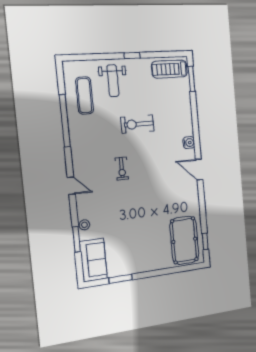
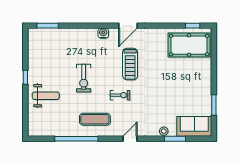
treadmill: (169, 69) -> (130, 64), moved
exercise mat: (85, 96) -> (95, 119), moved

